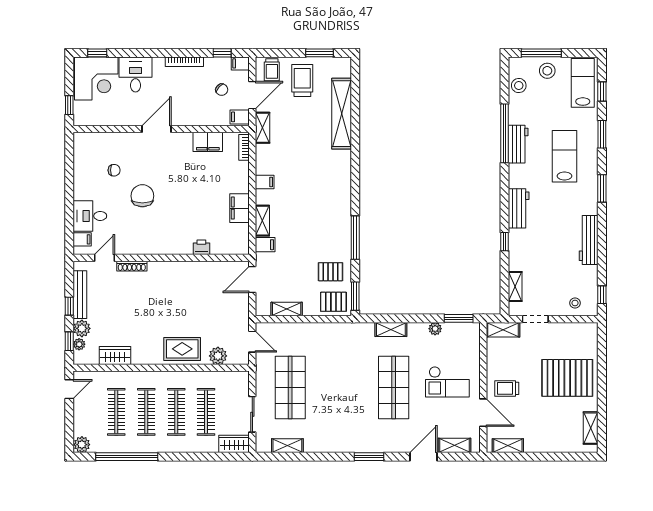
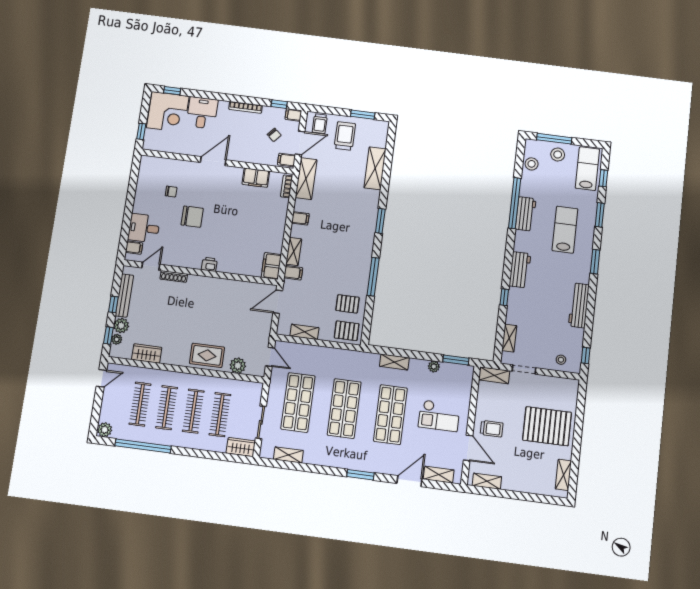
shelving: (342, 114) -> (375, 168), width x0.68
shelving: (263, 128) -> (306, 179), width x1.50, depth x1.33
chair: (142, 196) -> (192, 217), turned 90
filing cabinet: (240, 208) -> (271, 266), moved
printer: (201, 247) -> (209, 264), moved
window: (355, 296) -> (380, 221), moved
shop shelf: (342, 387) -> (344, 409), added
trolley: (507, 388) -> (492, 429), turned 180

